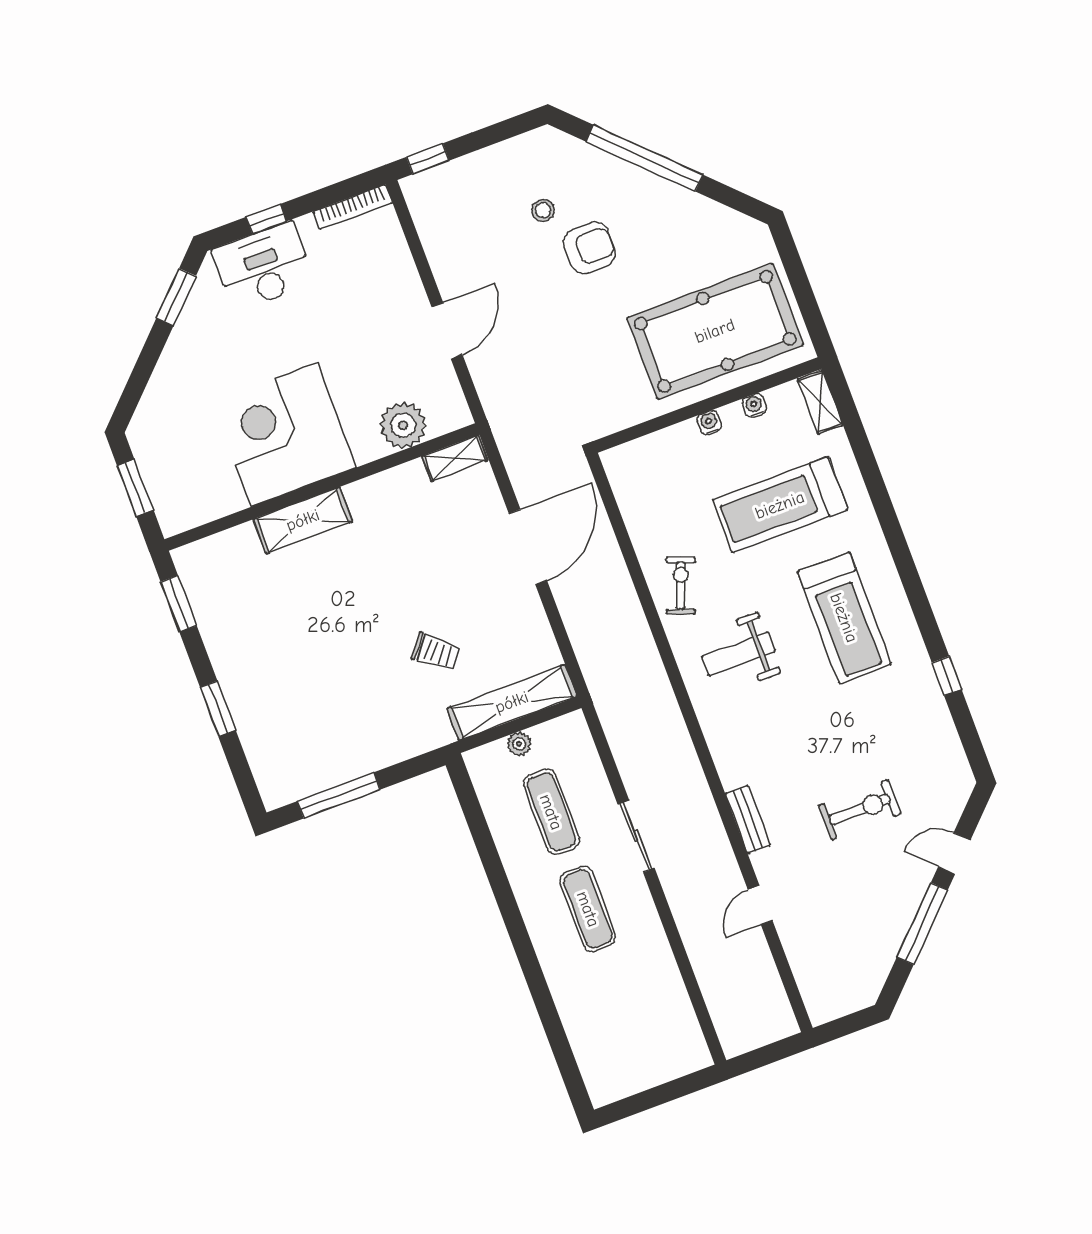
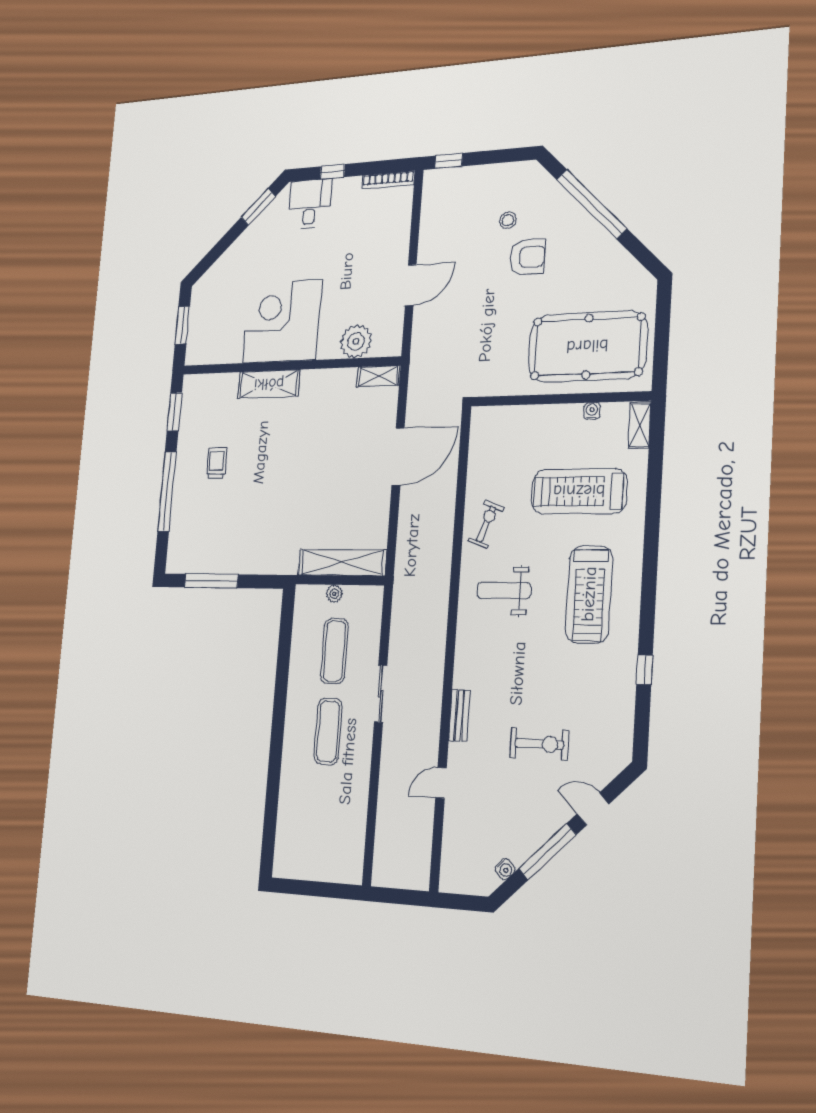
desk: (263, 267) -> (310, 204), width x0.73
water cooler: (709, 423) -> (505, 869), moved, turned 135
trolley: (436, 652) -> (217, 463), moved, turned -129
window: (218, 709) -> (167, 491), width x2.11

